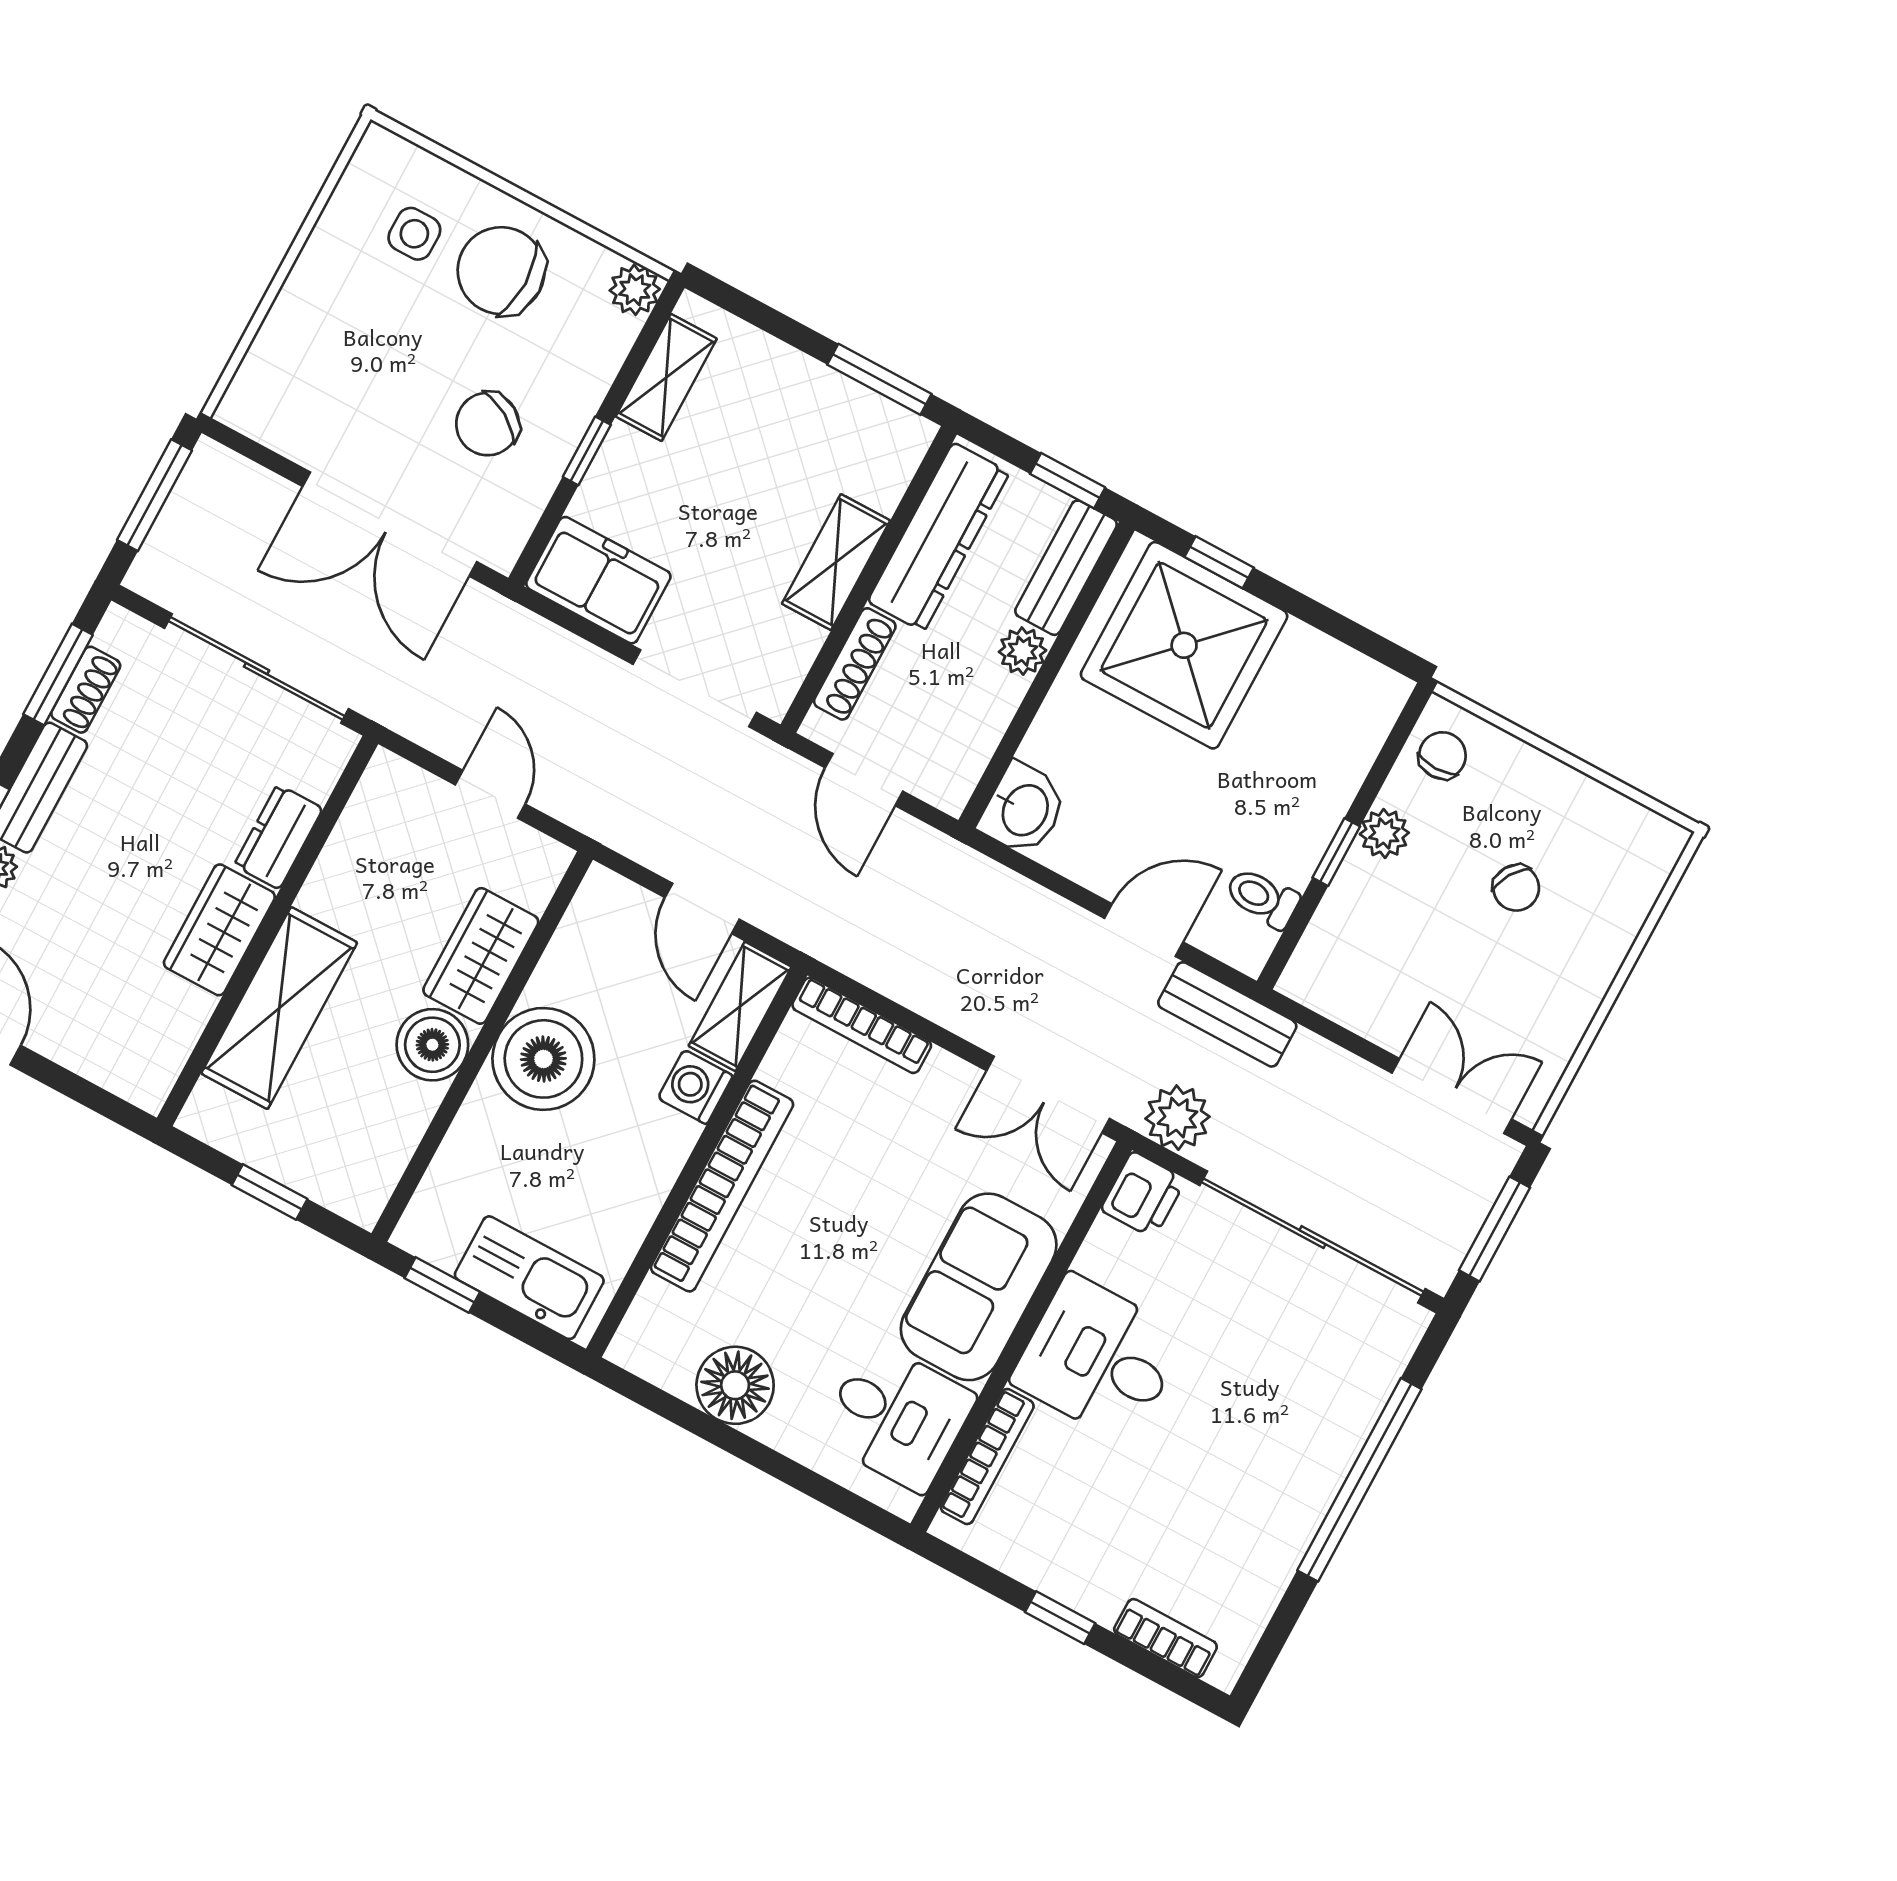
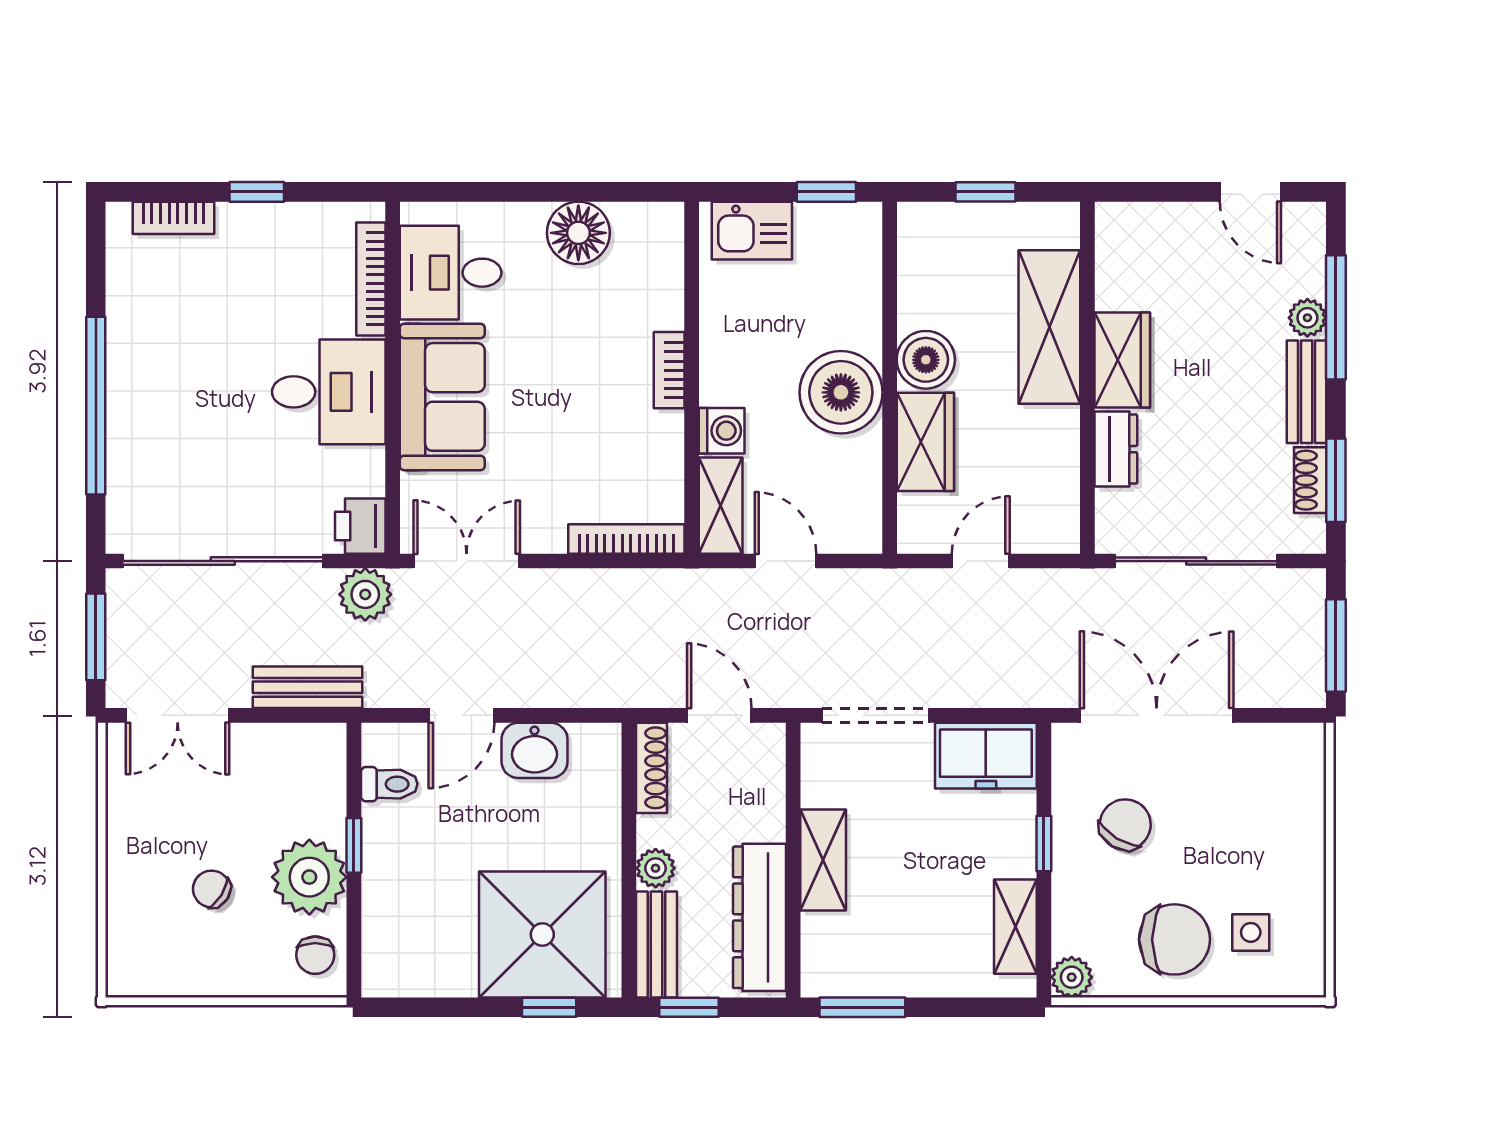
shoe rack: (855, 664) -> (652, 768), moved, turned 180
door: (490, 794) -> (981, 561), swing flipped
washbasin: (1023, 809) -> (535, 750), moved, turned -90
plant: (1384, 833) -> (309, 877), width x1.87, depth x1.87
bench: (1227, 1014) -> (307, 687), moved
bookcase: (722, 1186) -> (669, 370), width x0.43, depth x0.76
kitchen sink: (529, 1278) -> (752, 231), width x0.73

